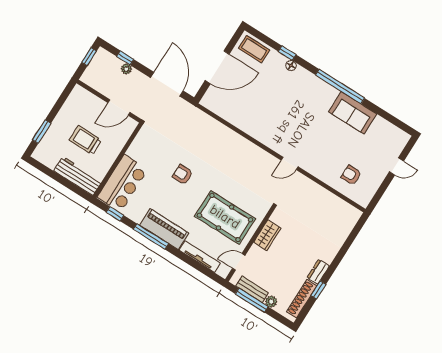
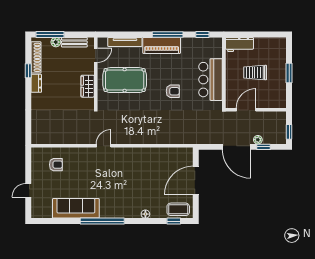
window: (287, 53) -> (174, 221), moved
door: (167, 84) -> (236, 147), moved
sofa: (353, 113) -> (76, 208), width x1.36
window: (42, 132) -> (289, 73), moved
trolley: (85, 140) -> (255, 73), turned 180
workbench: (78, 176) -> (239, 44), width x0.73
bar counter: (122, 183) -> (211, 80), moved
window: (252, 300) -> (50, 34), moved

